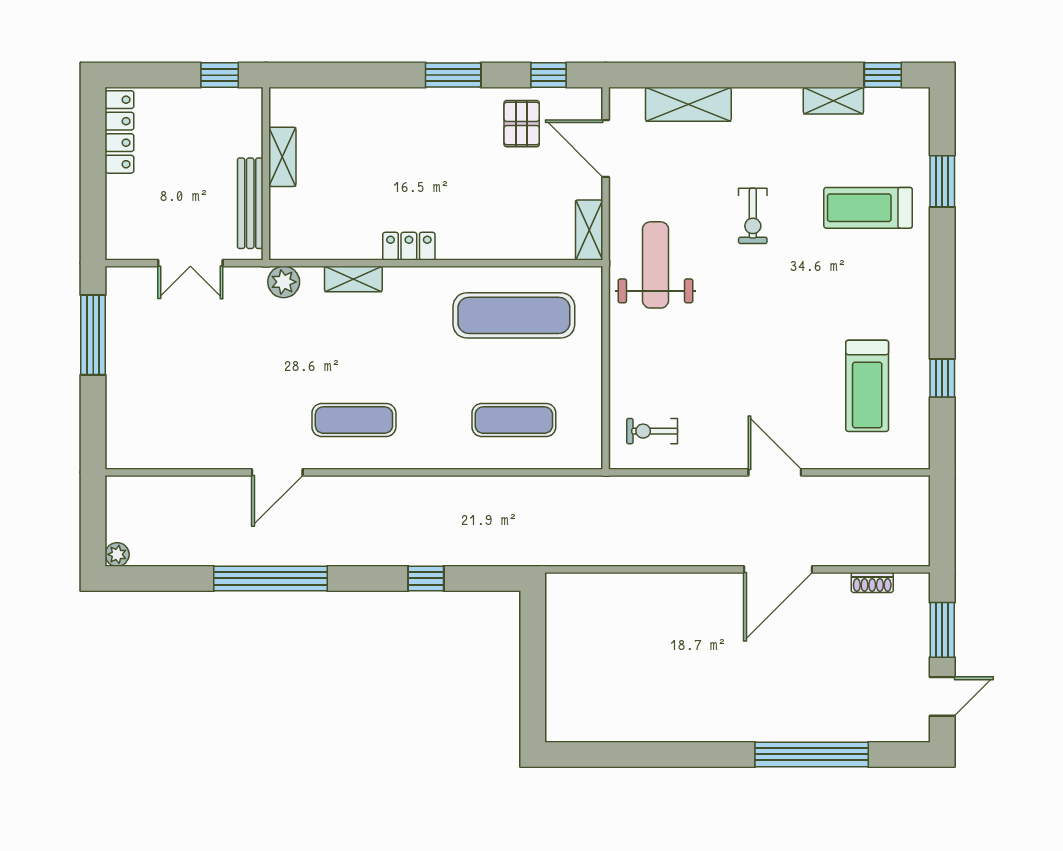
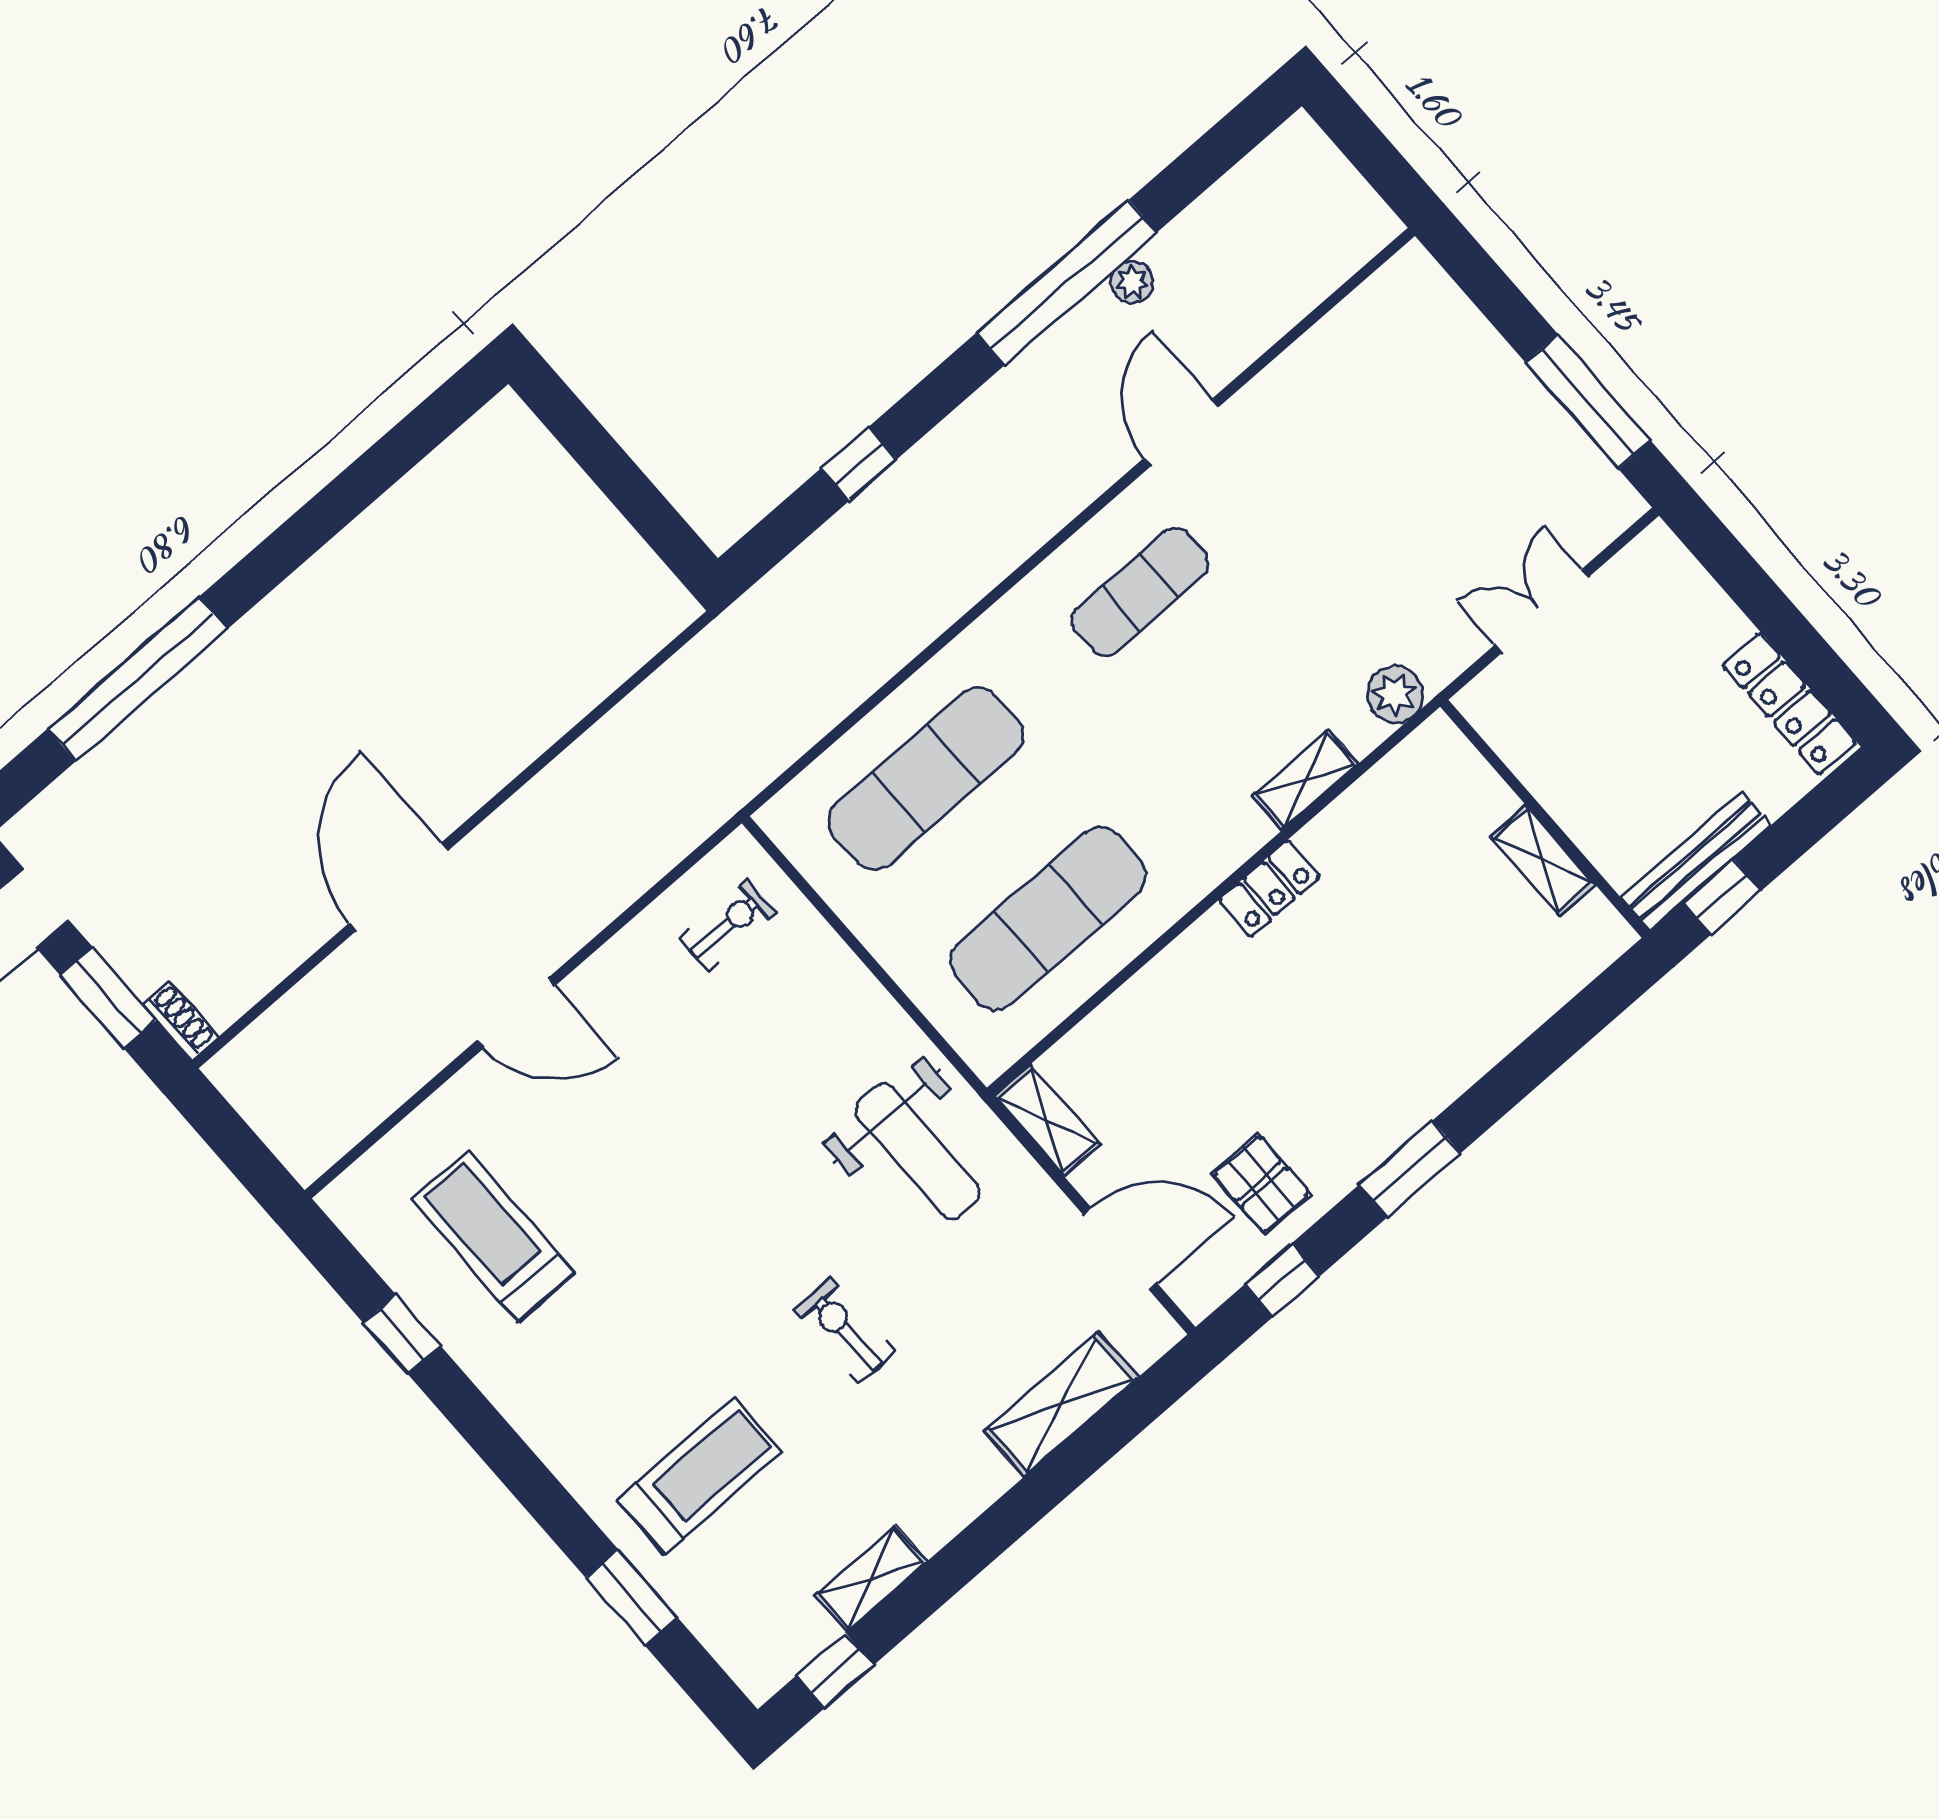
bench: (250, 203) -> (1696, 861), moved, turned 90
exercise mat: (514, 420) -> (926, 779), width x1.36, depth x1.45
plant: (117, 554) -> (1132, 282), moved
shoe rack: (872, 583) -> (181, 1021), moved, turned 90

